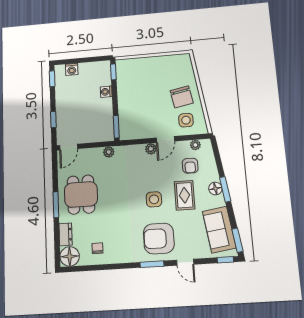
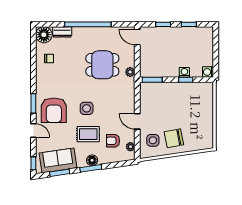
washing machine: (72, 69) -> (208, 72), moved
window: (113, 72) -> (186, 80), moved
window: (52, 79) -> (189, 24), moved
plant: (151, 149) -> (130, 109), removed
dining table: (81, 195) -> (102, 65), moved
window: (56, 205) -> (88, 24), width x2.11
armchair: (159, 239) -> (54, 110), turned 180
window: (237, 240) -> (60, 173), moved
door: (185, 262) -> (33, 131), swing flipped

